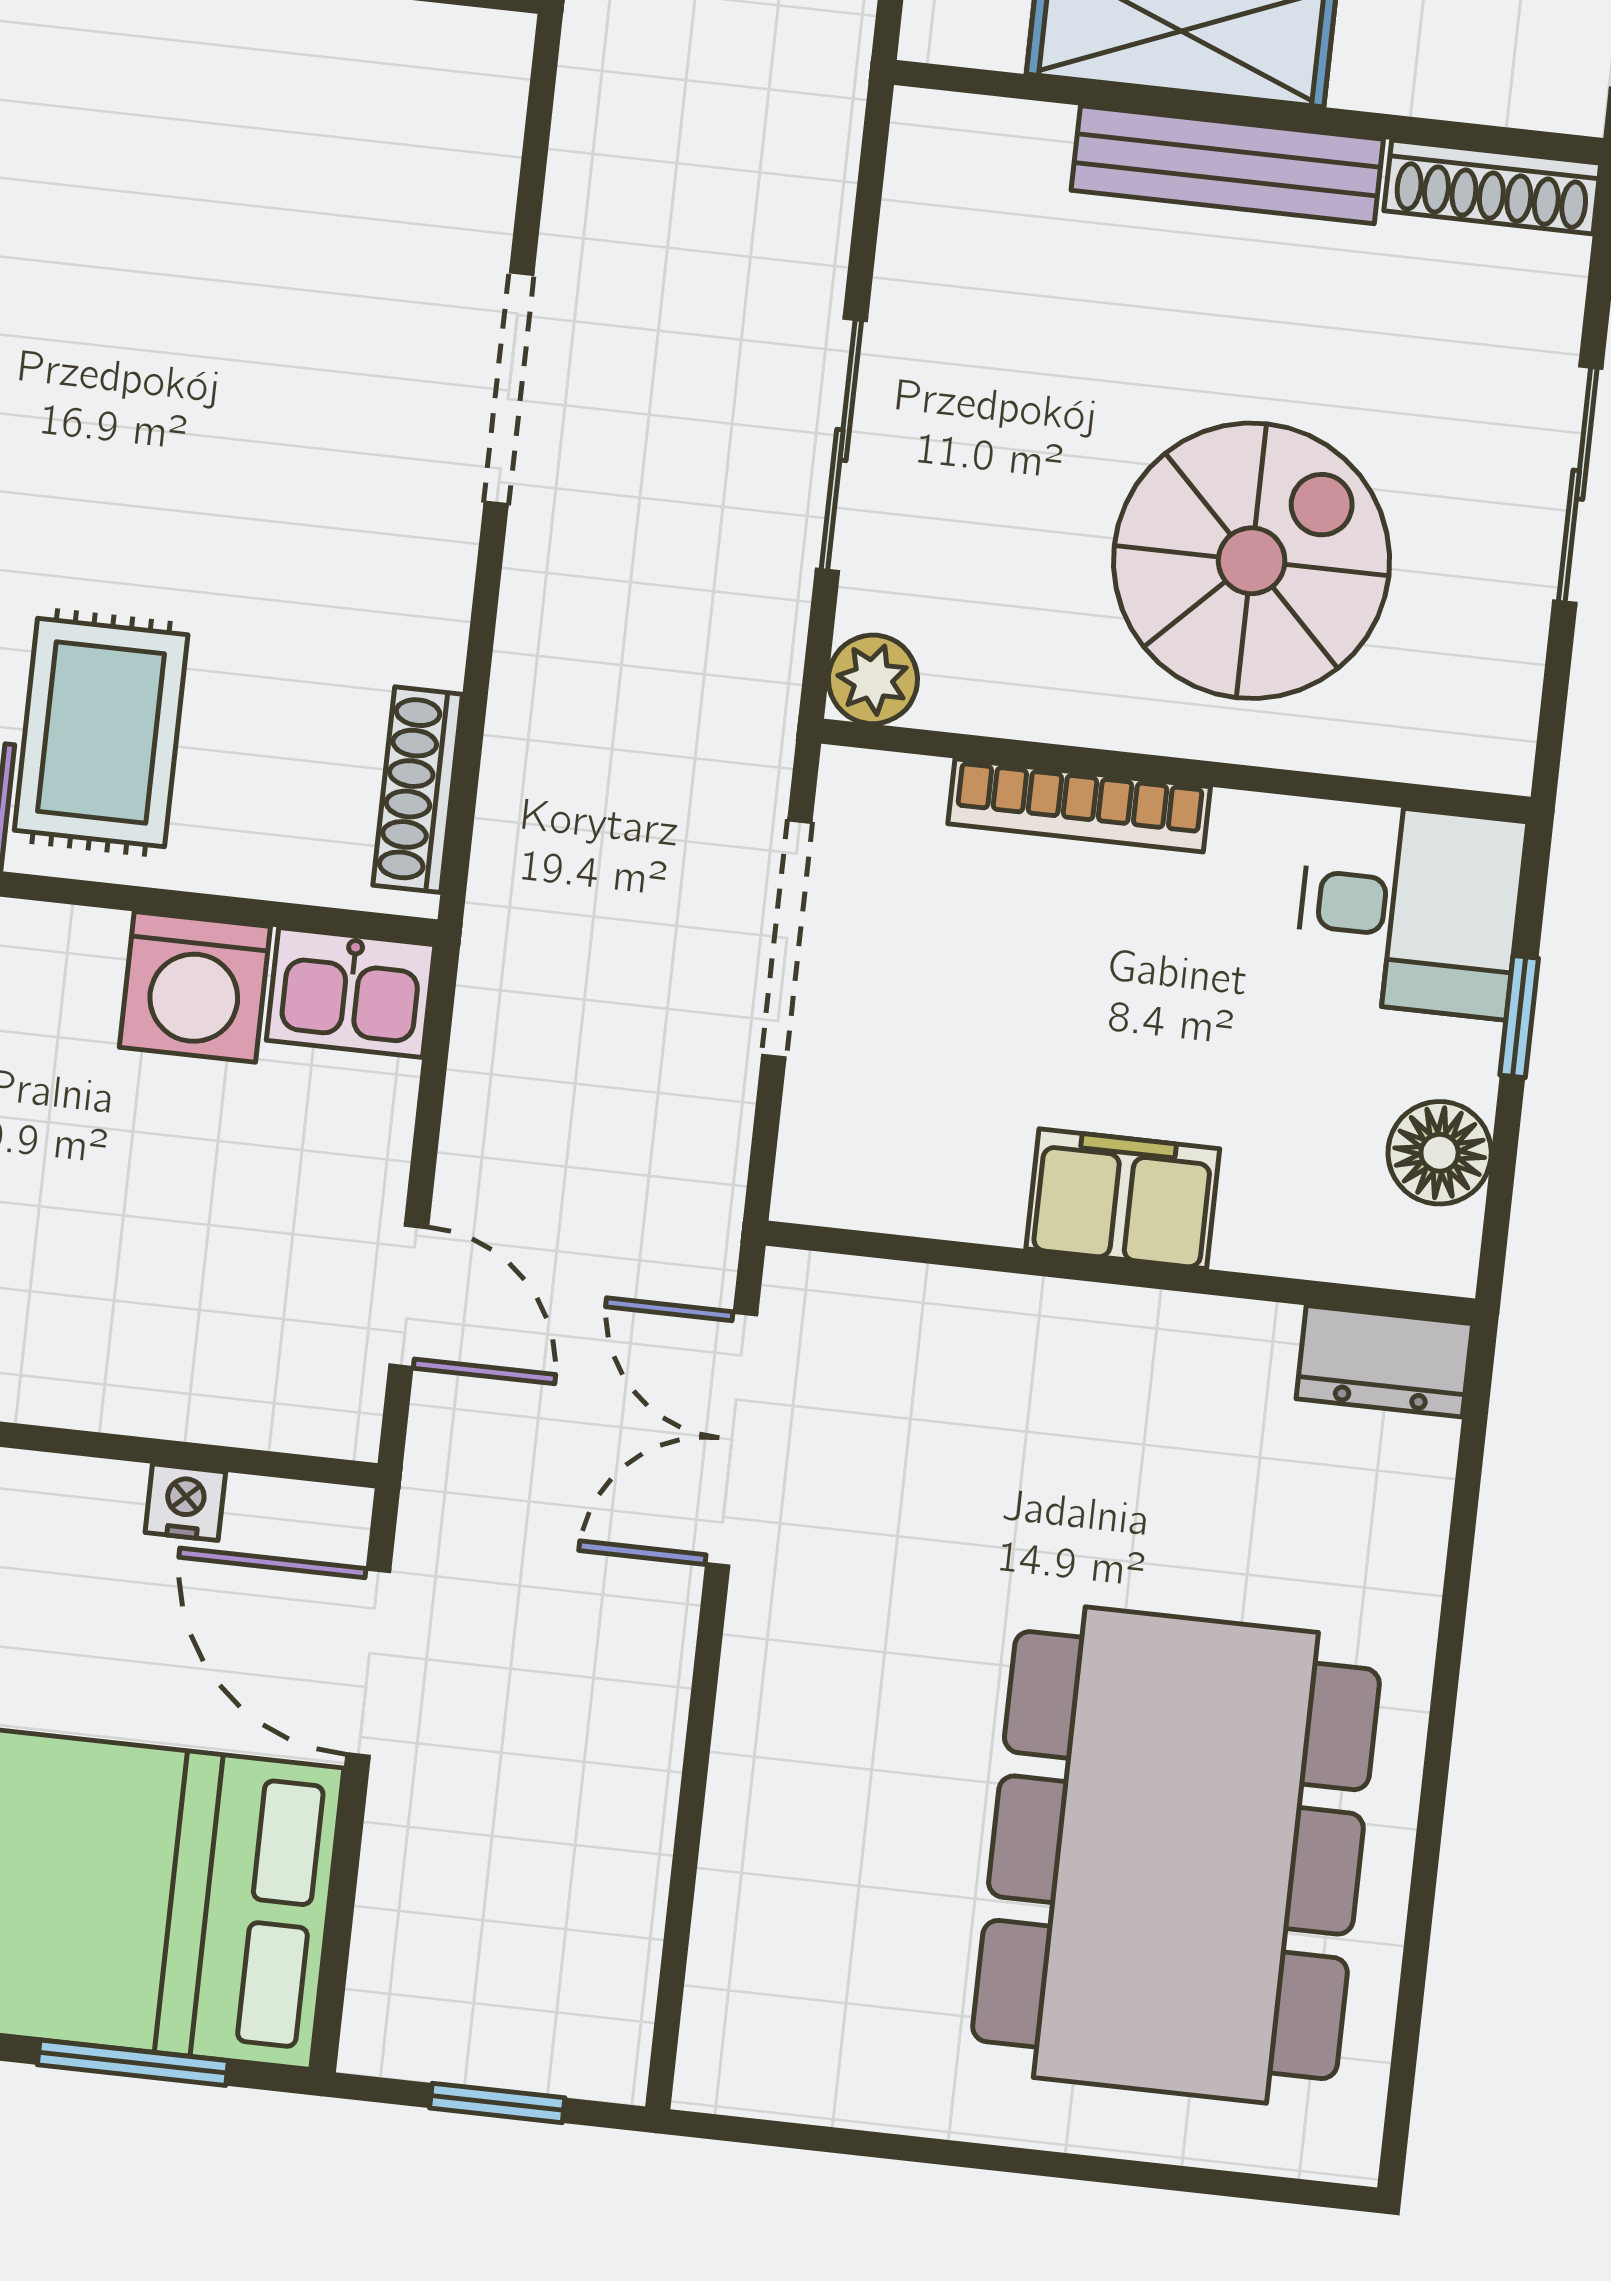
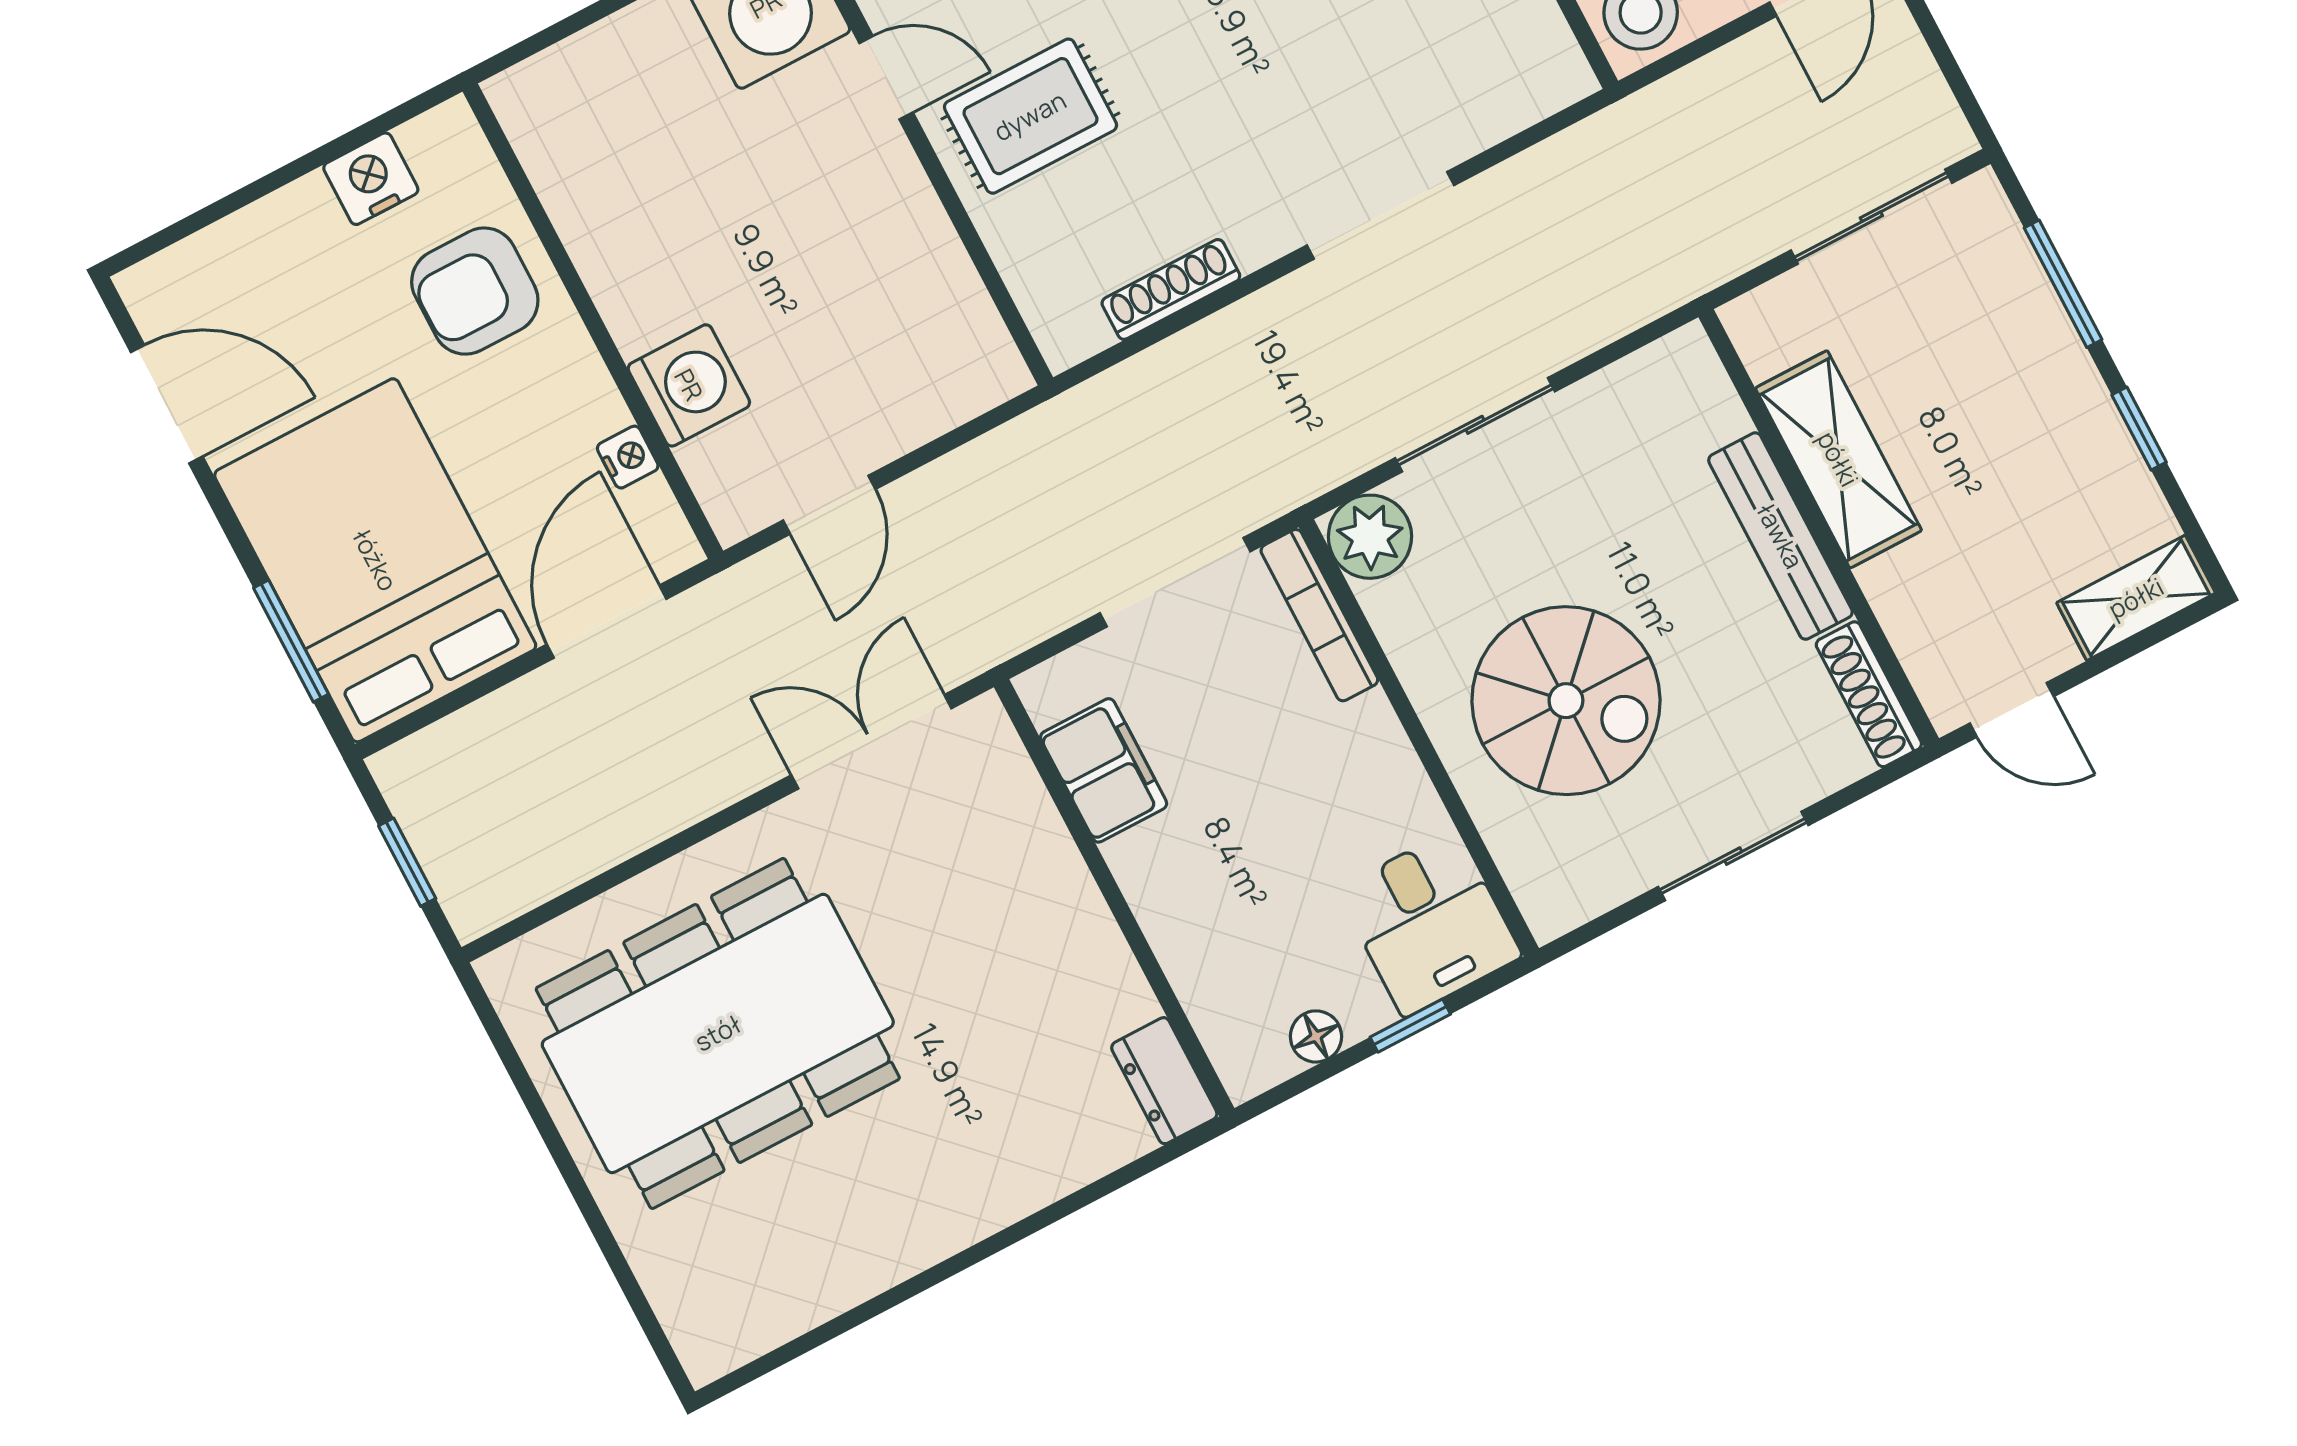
plant: (873, 679) -> (1370, 537), width x1.38, depth x1.38
shoe rack: (418, 790) -> (1171, 289), moved
bookcase: (1079, 805) -> (1319, 615), moved
washing machine: (195, 987) -> (689, 385), moved, turned 180
kitchen sink: (351, 992) -> (979, 356), removed
floor lamp: (1440, 1153) -> (1316, 1036), width x0.73, depth x0.73
filing cabinet: (1123, 1199) -> (1104, 770), moved
dining table: (1176, 1855) -> (718, 1033), moved

